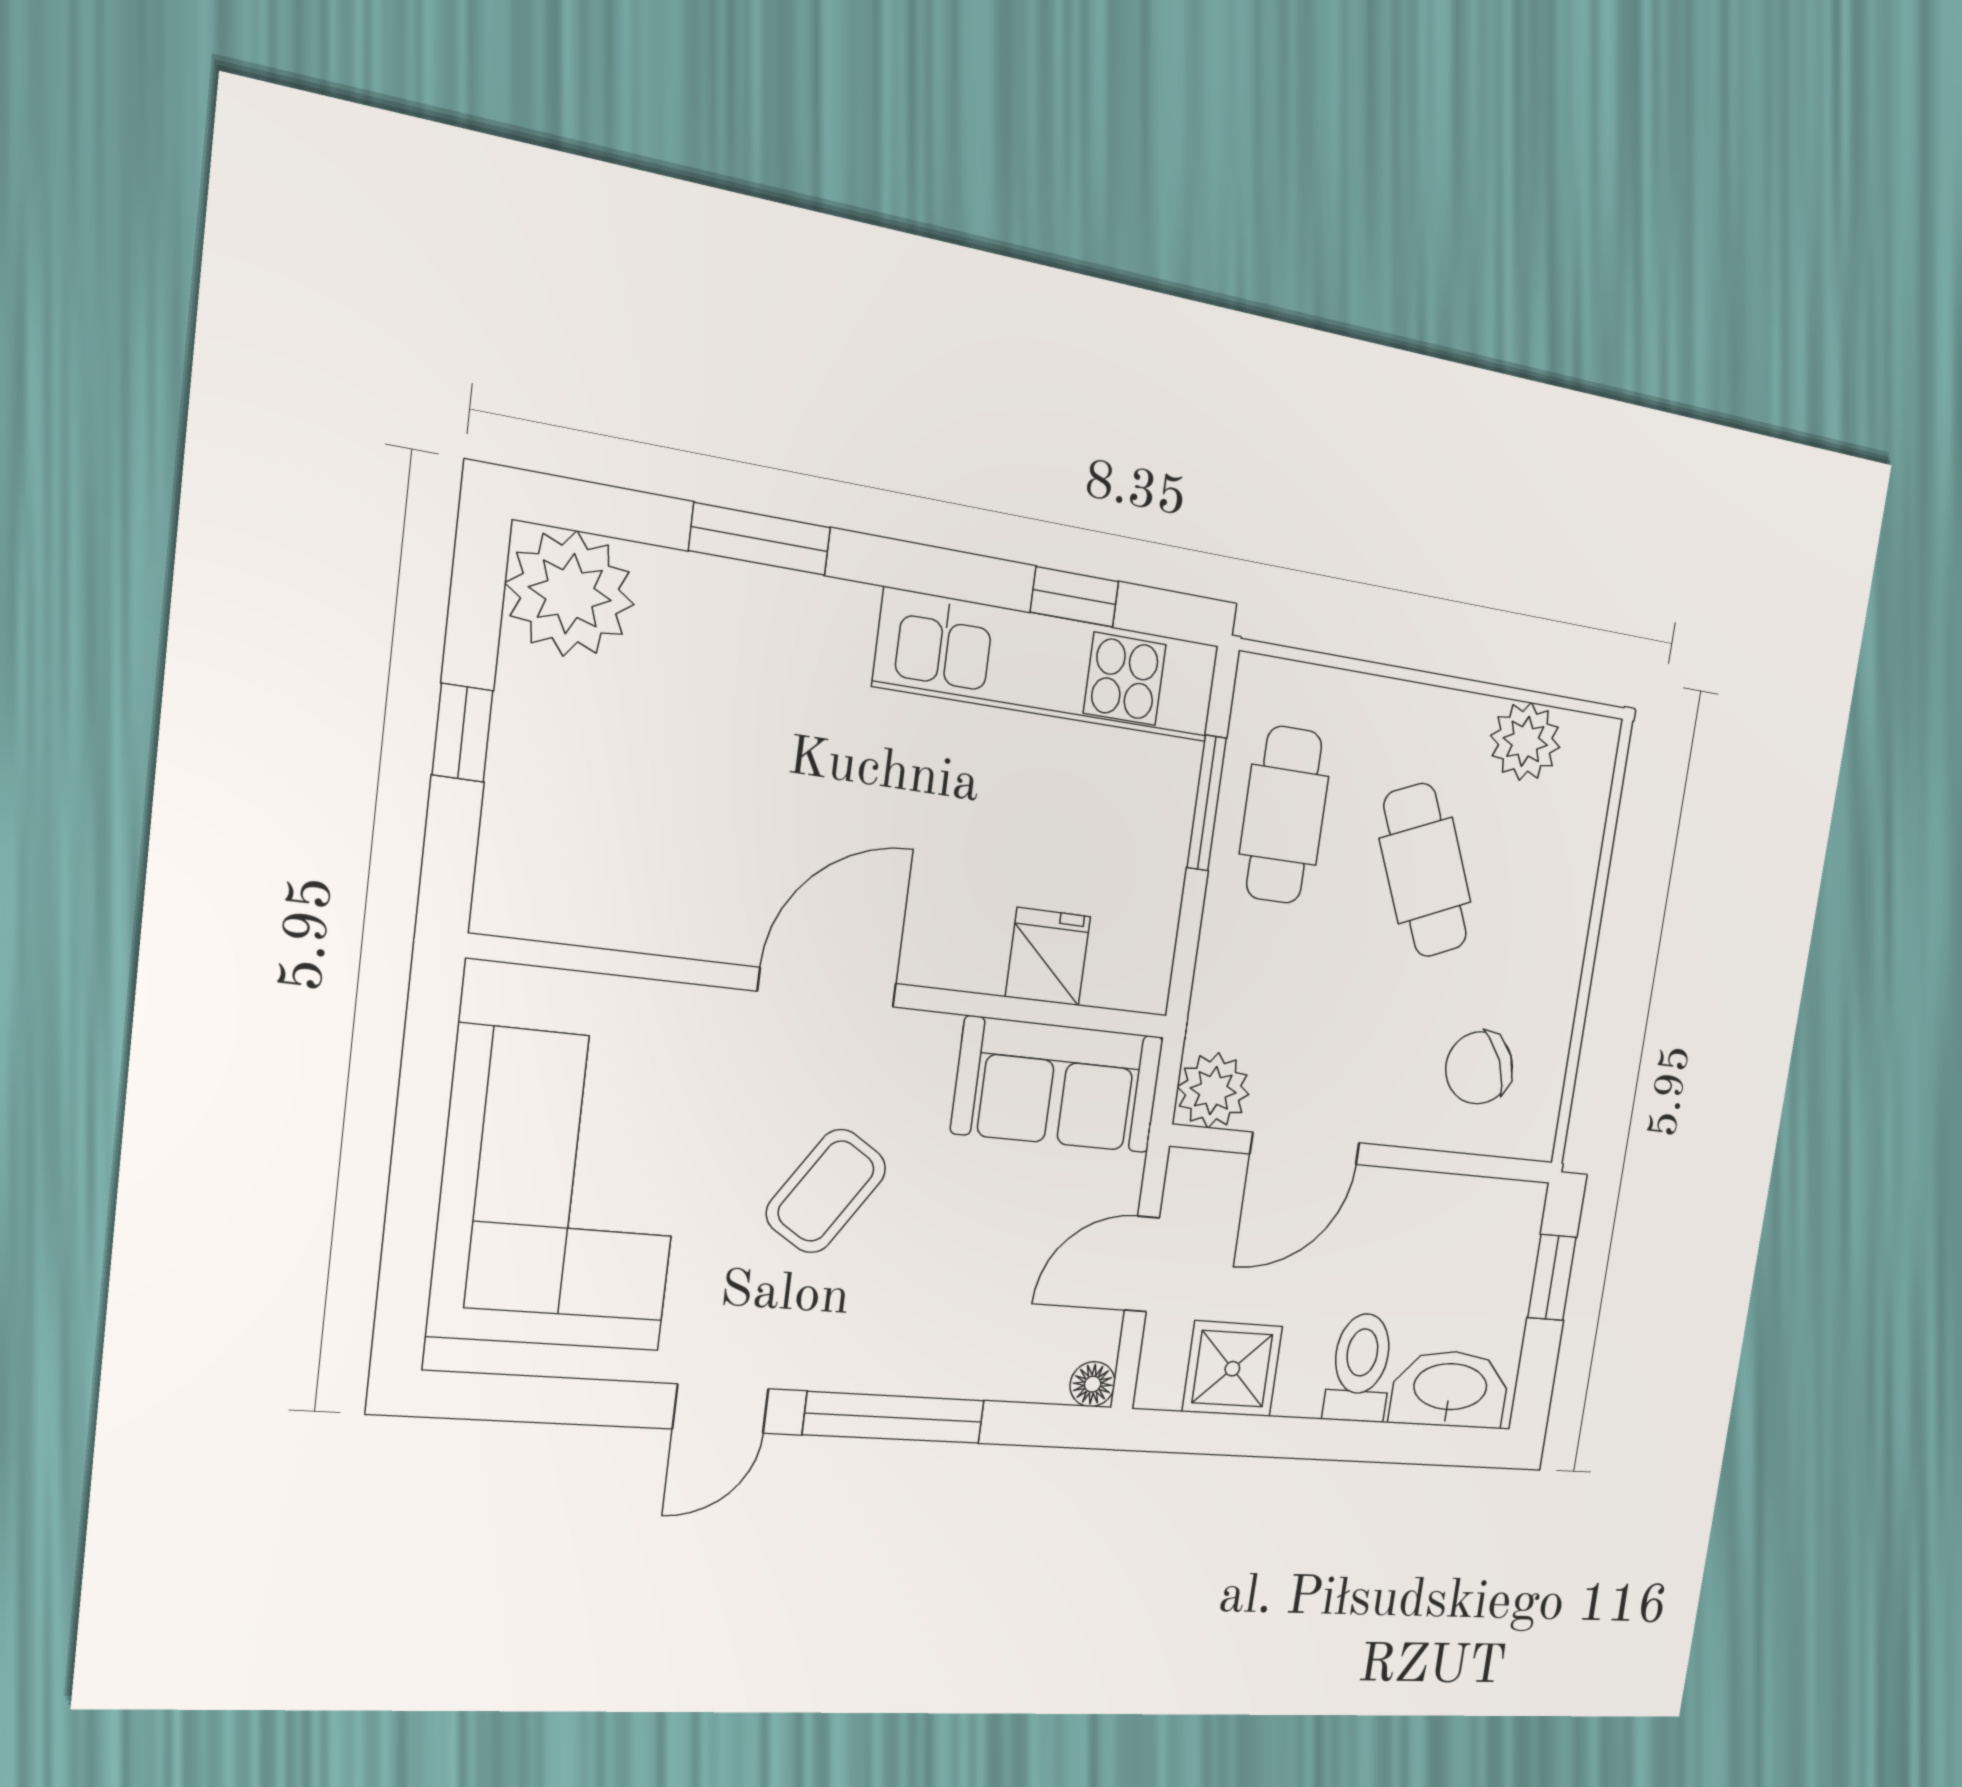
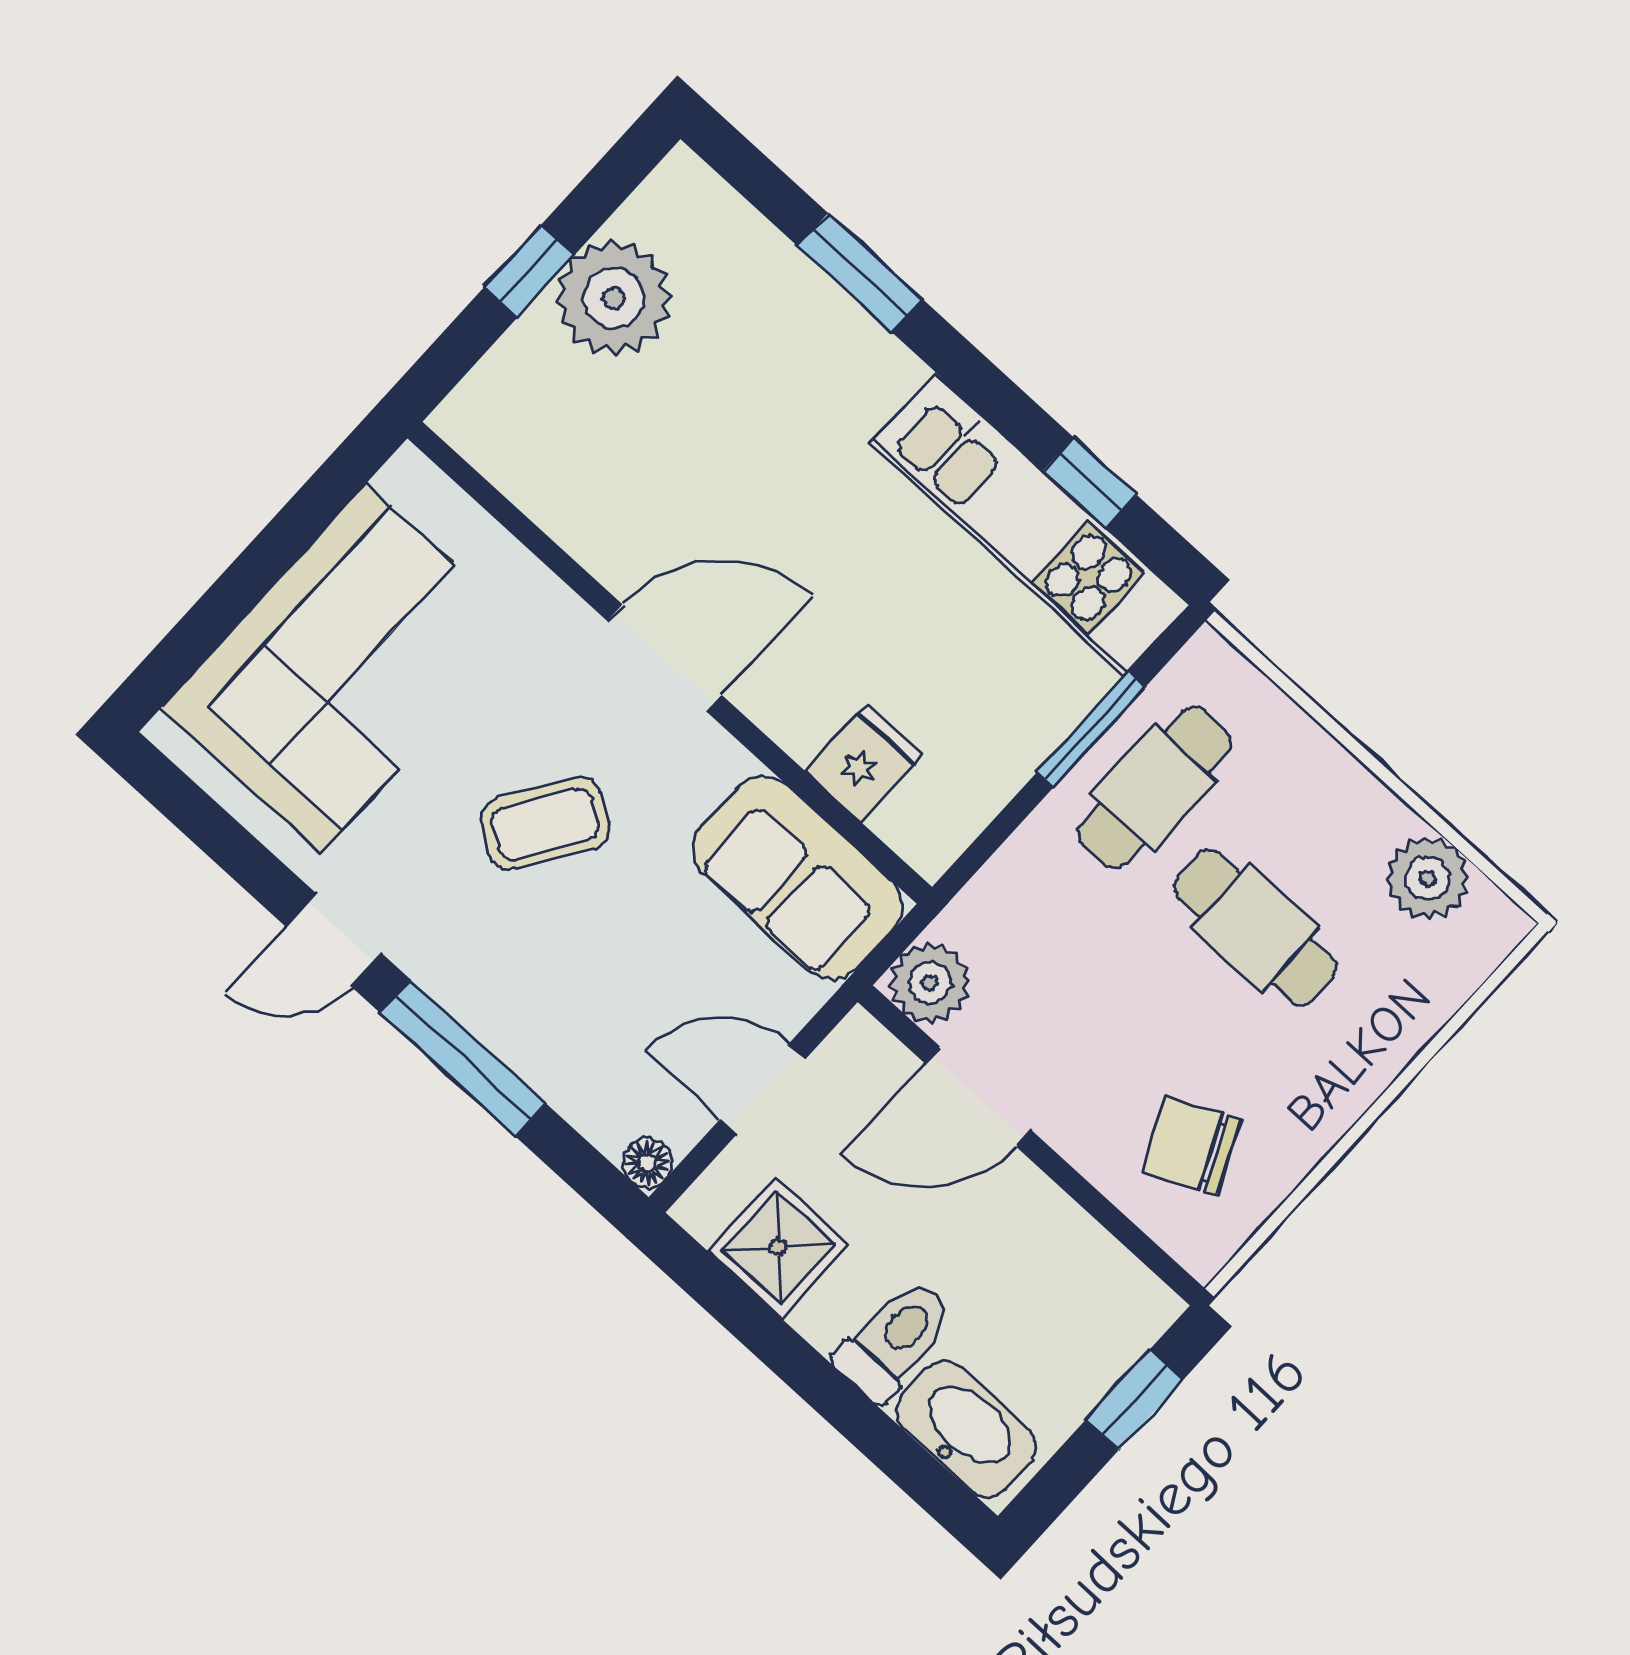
plant: (570, 594) -> (614, 298), moved
cafe table: (1425, 870) -> (1255, 928), turned -67

